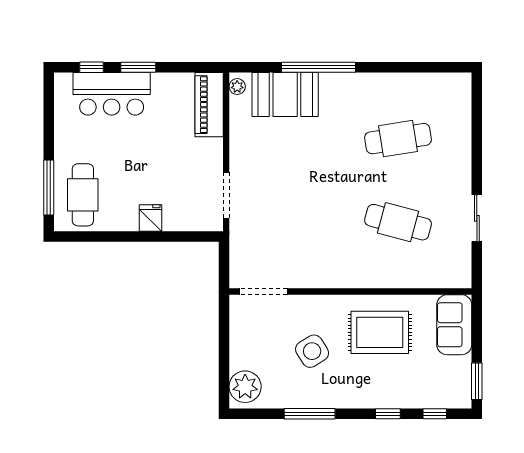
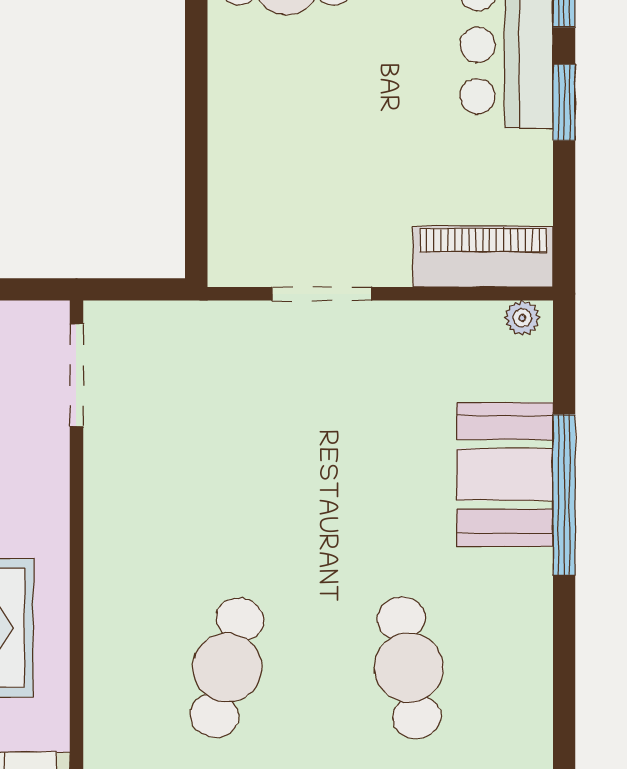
booth: (285, 95) -> (505, 474), moved
doorway: (226, 195) -> (322, 294), moved
fridge: (151, 218) -> (236, 129), removed

